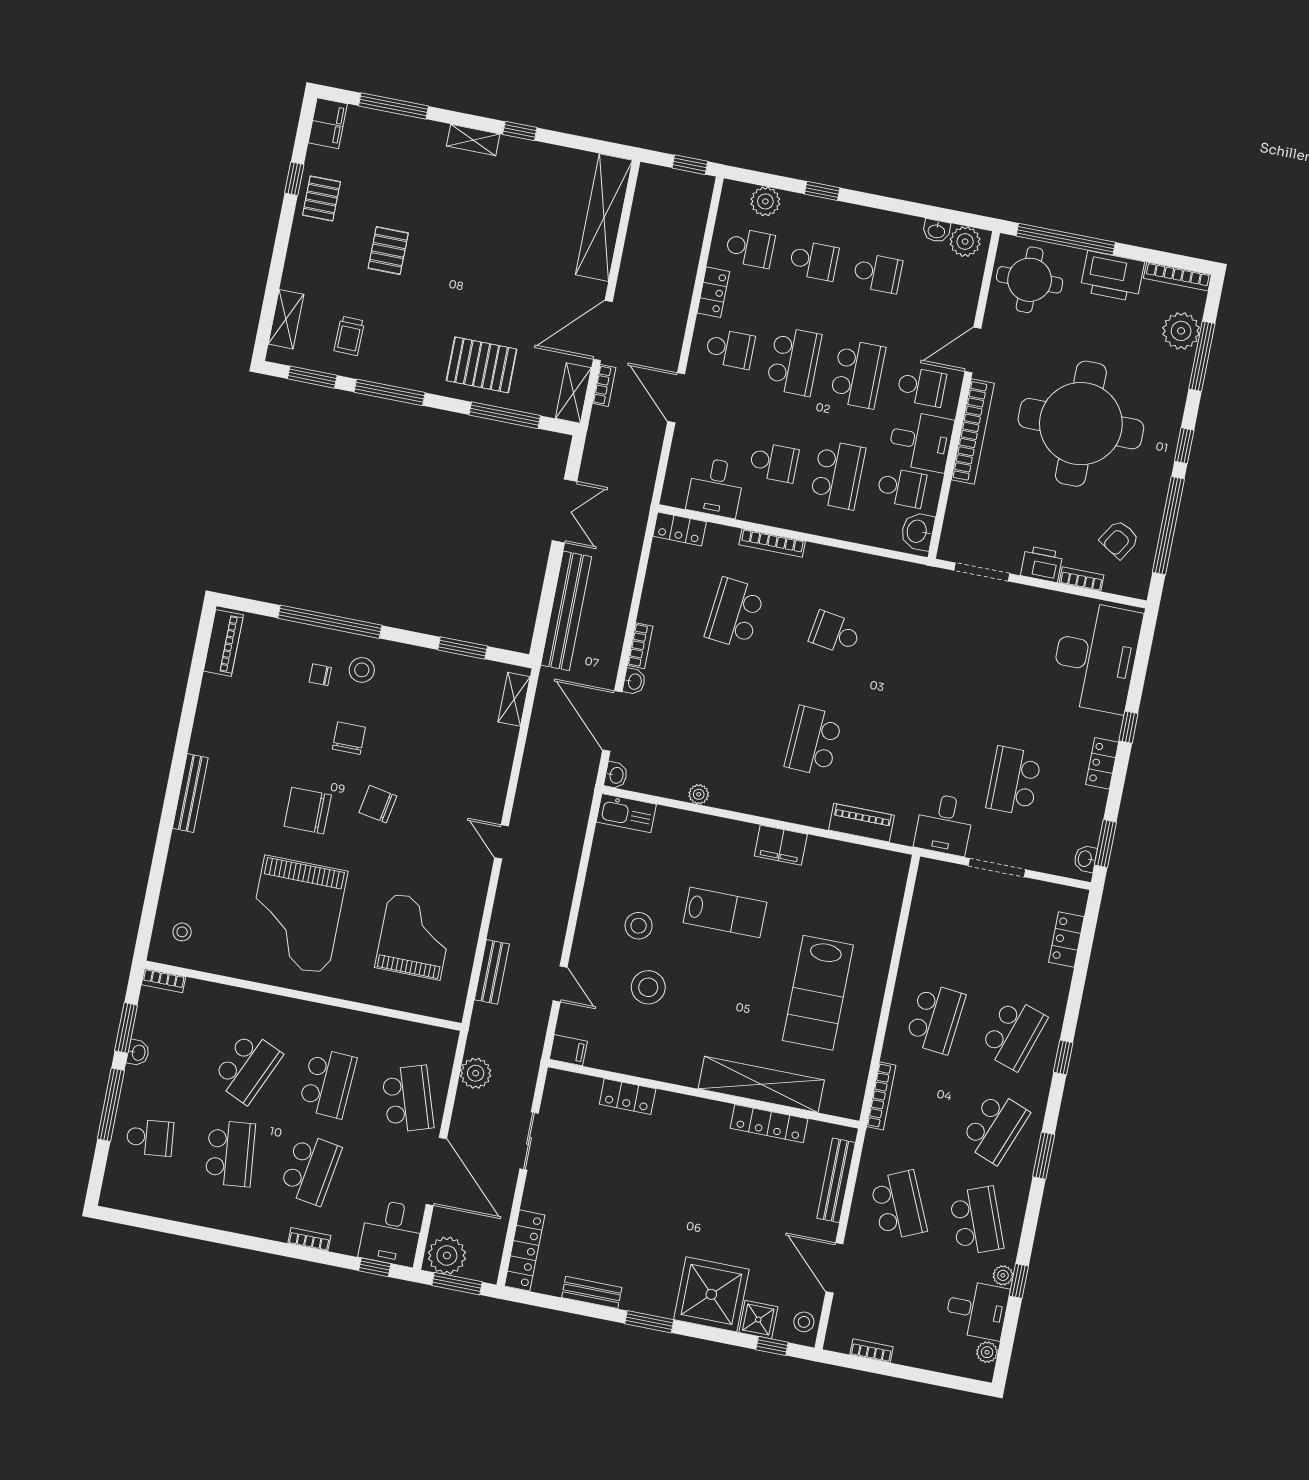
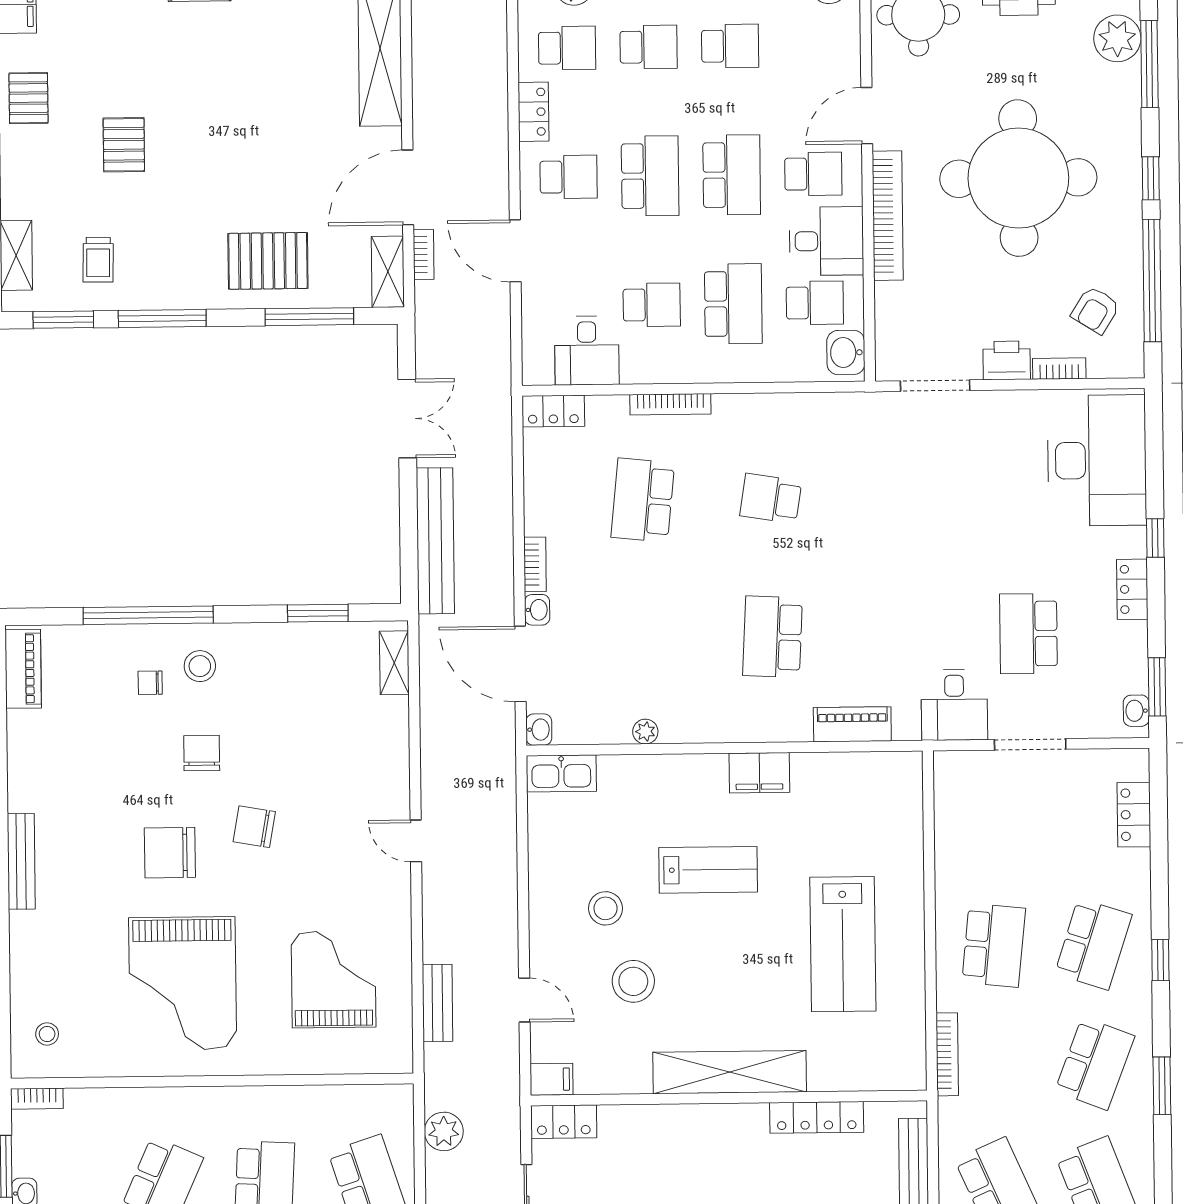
shelving: (761, 1084) -> (730, 1072), moved
locker: (628, 1097) -> (564, 1122), moved

